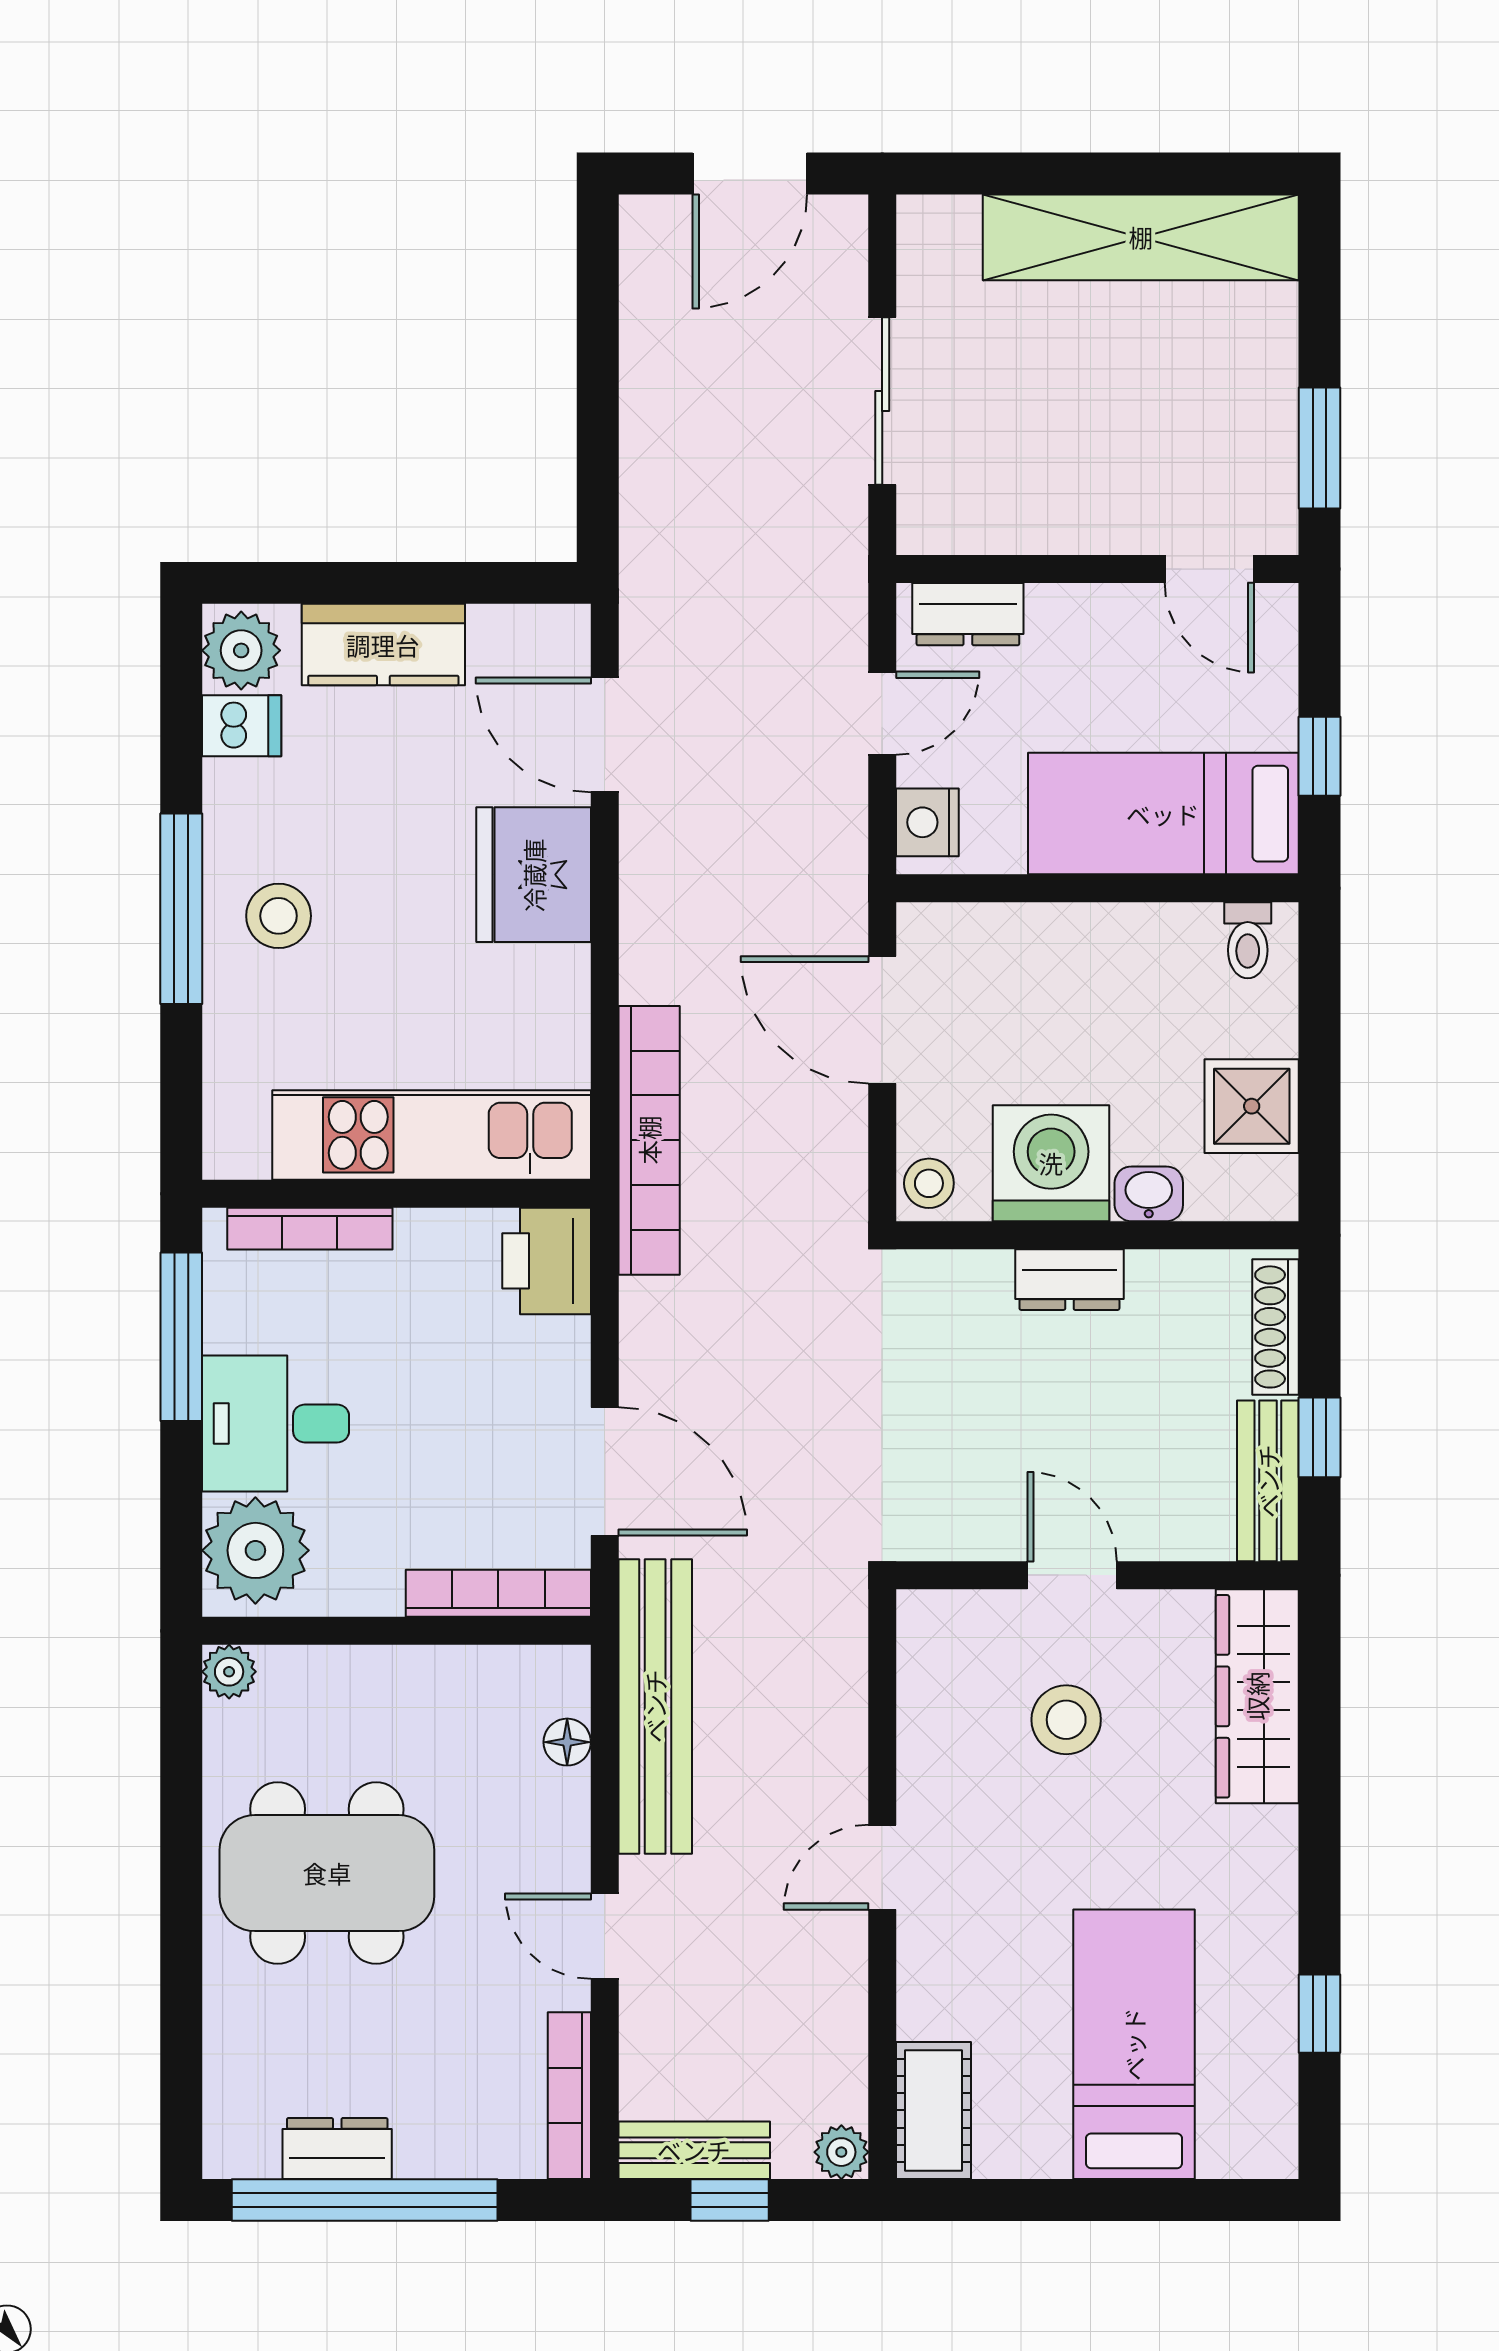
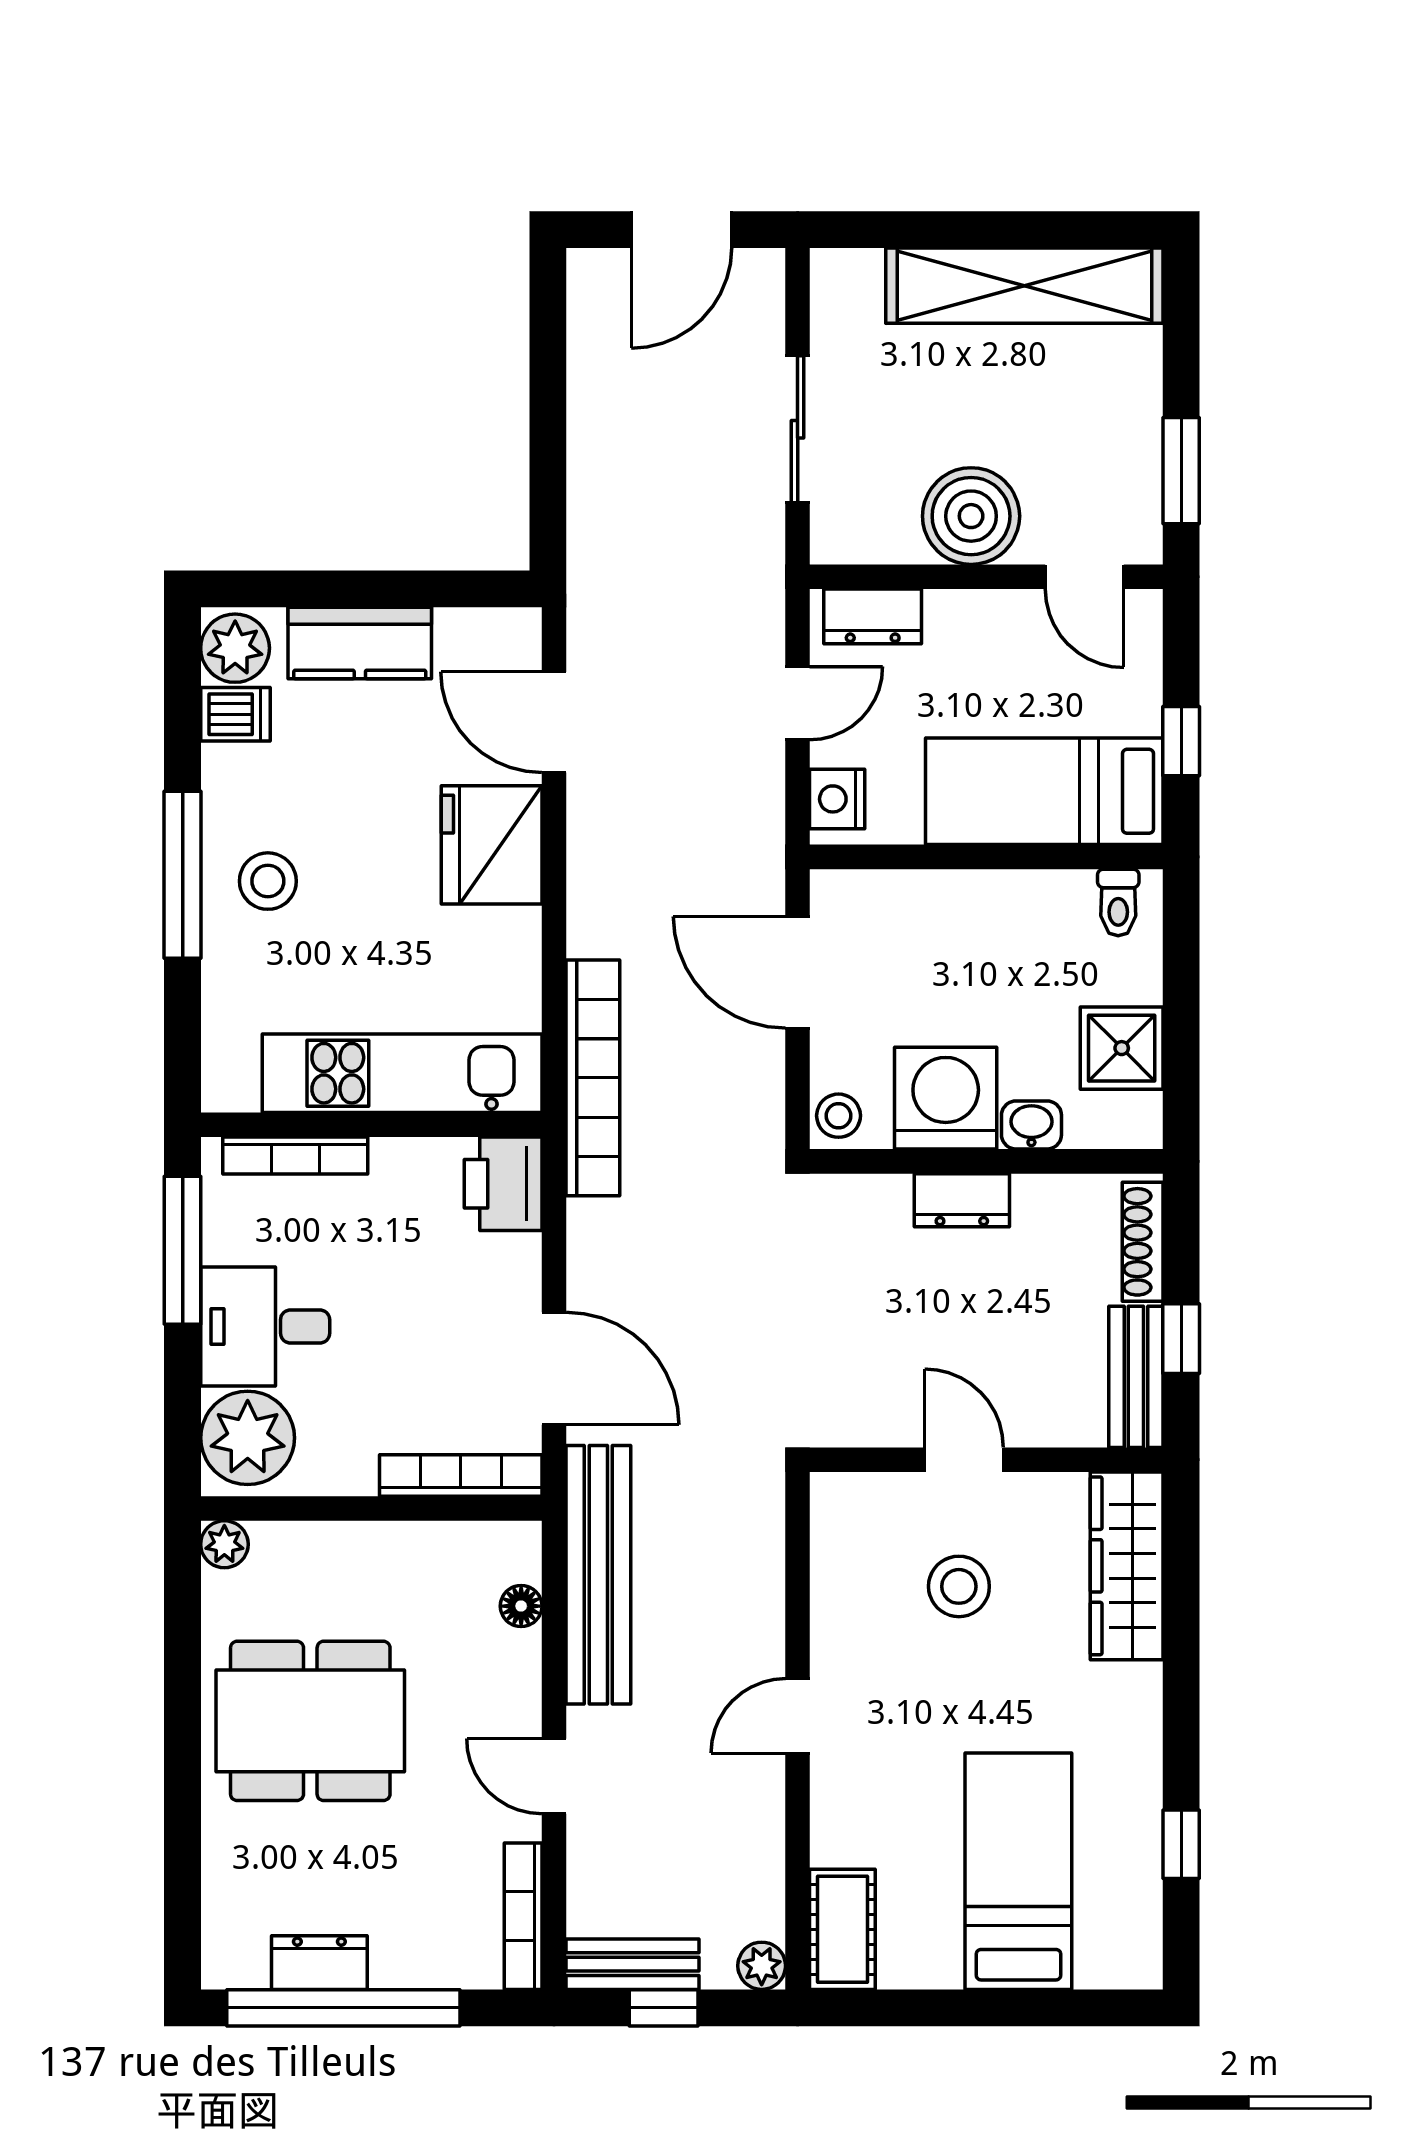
boiler: (1080, 500) -> (971, 516), added

